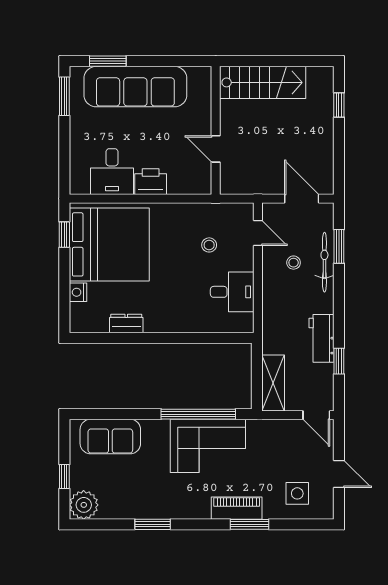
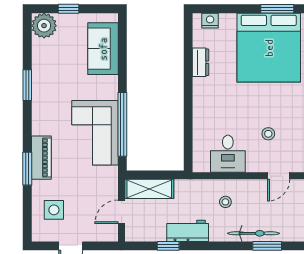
window: (64, 235) -> (277, 9), width x1.50
stool: (294, 263) -> (225, 202), moved
nightstand: (78, 292) -> (210, 21), moved
door: (316, 415) -> (122, 212), moved

